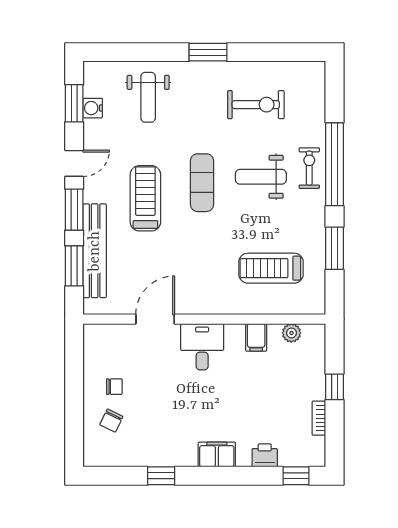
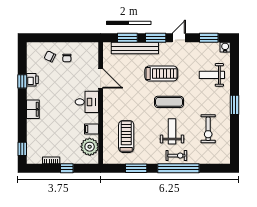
water cooler: (93, 108) -> (225, 47), moved
door: (74, 163) -> (179, 38), swing flipped
plant: (291, 333) -> (90, 147), width x1.87, depth x1.87
printer: (265, 455) -> (32, 80), moved

